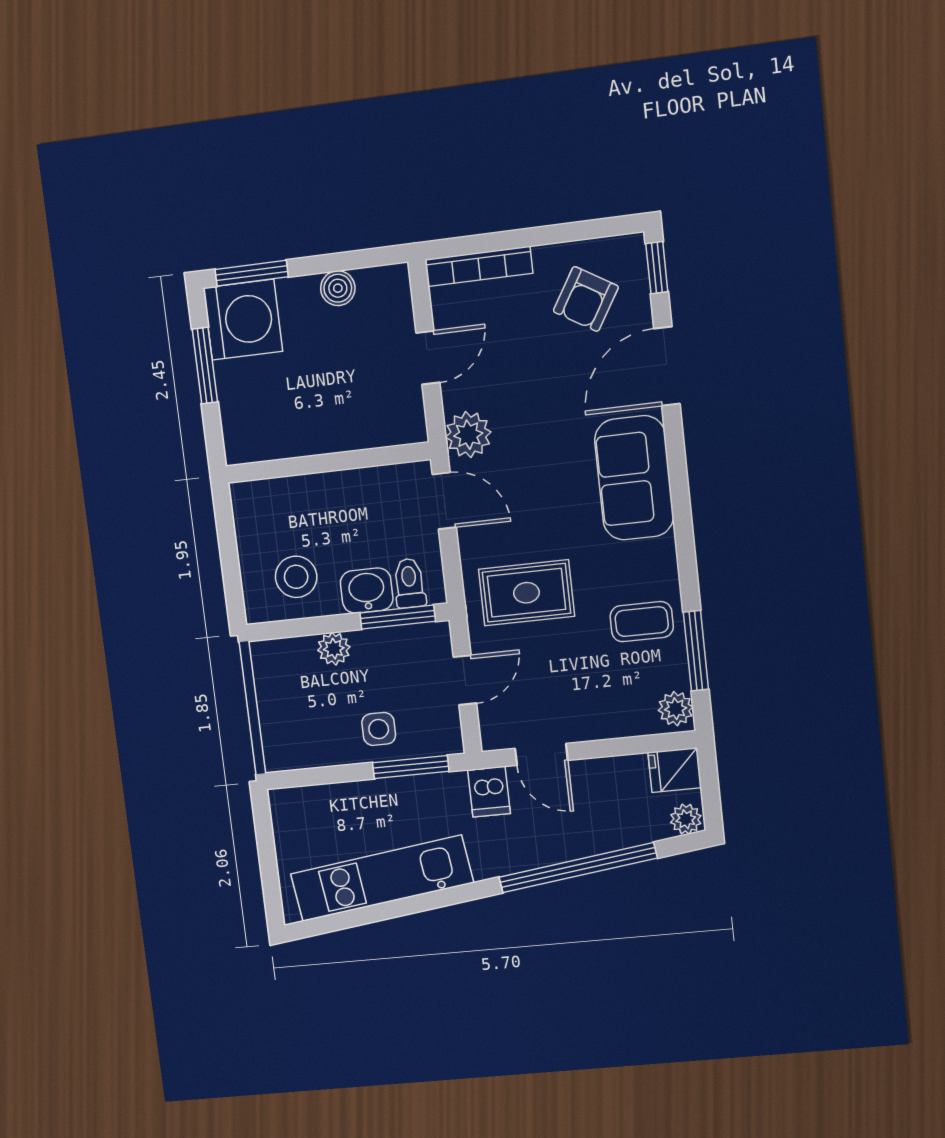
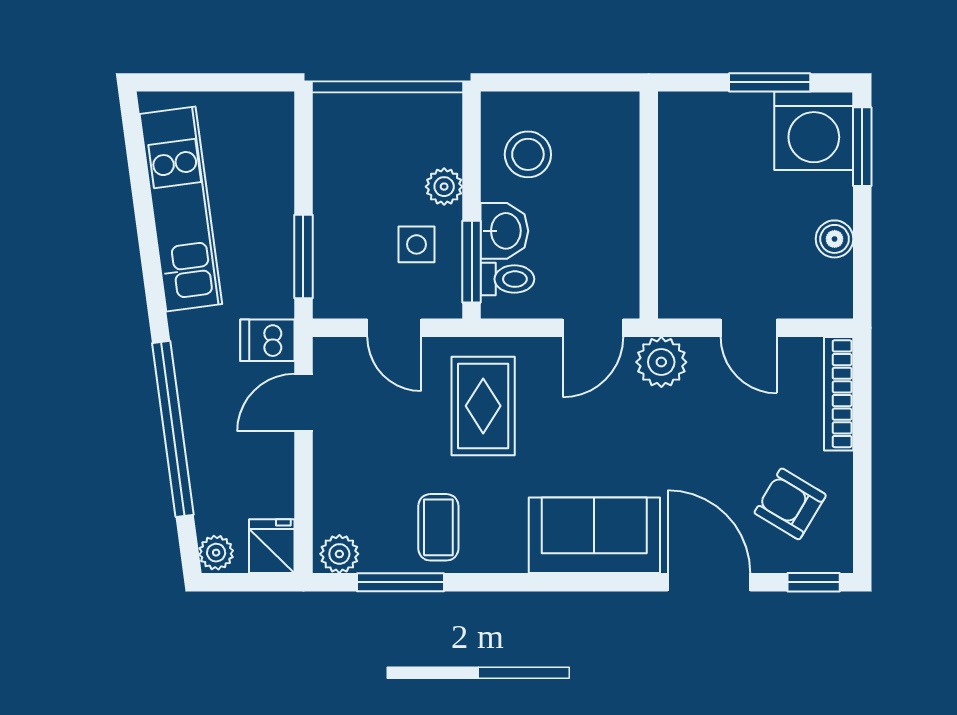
side table: (379, 729) -> (416, 244), moved

